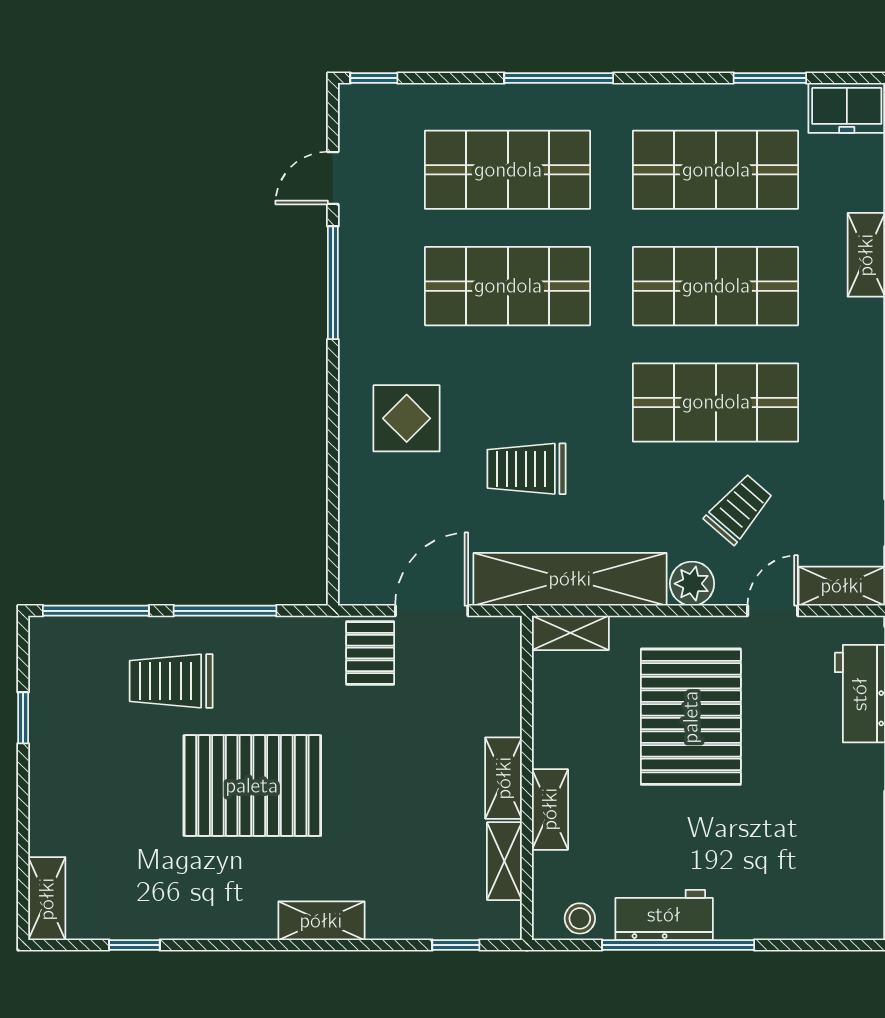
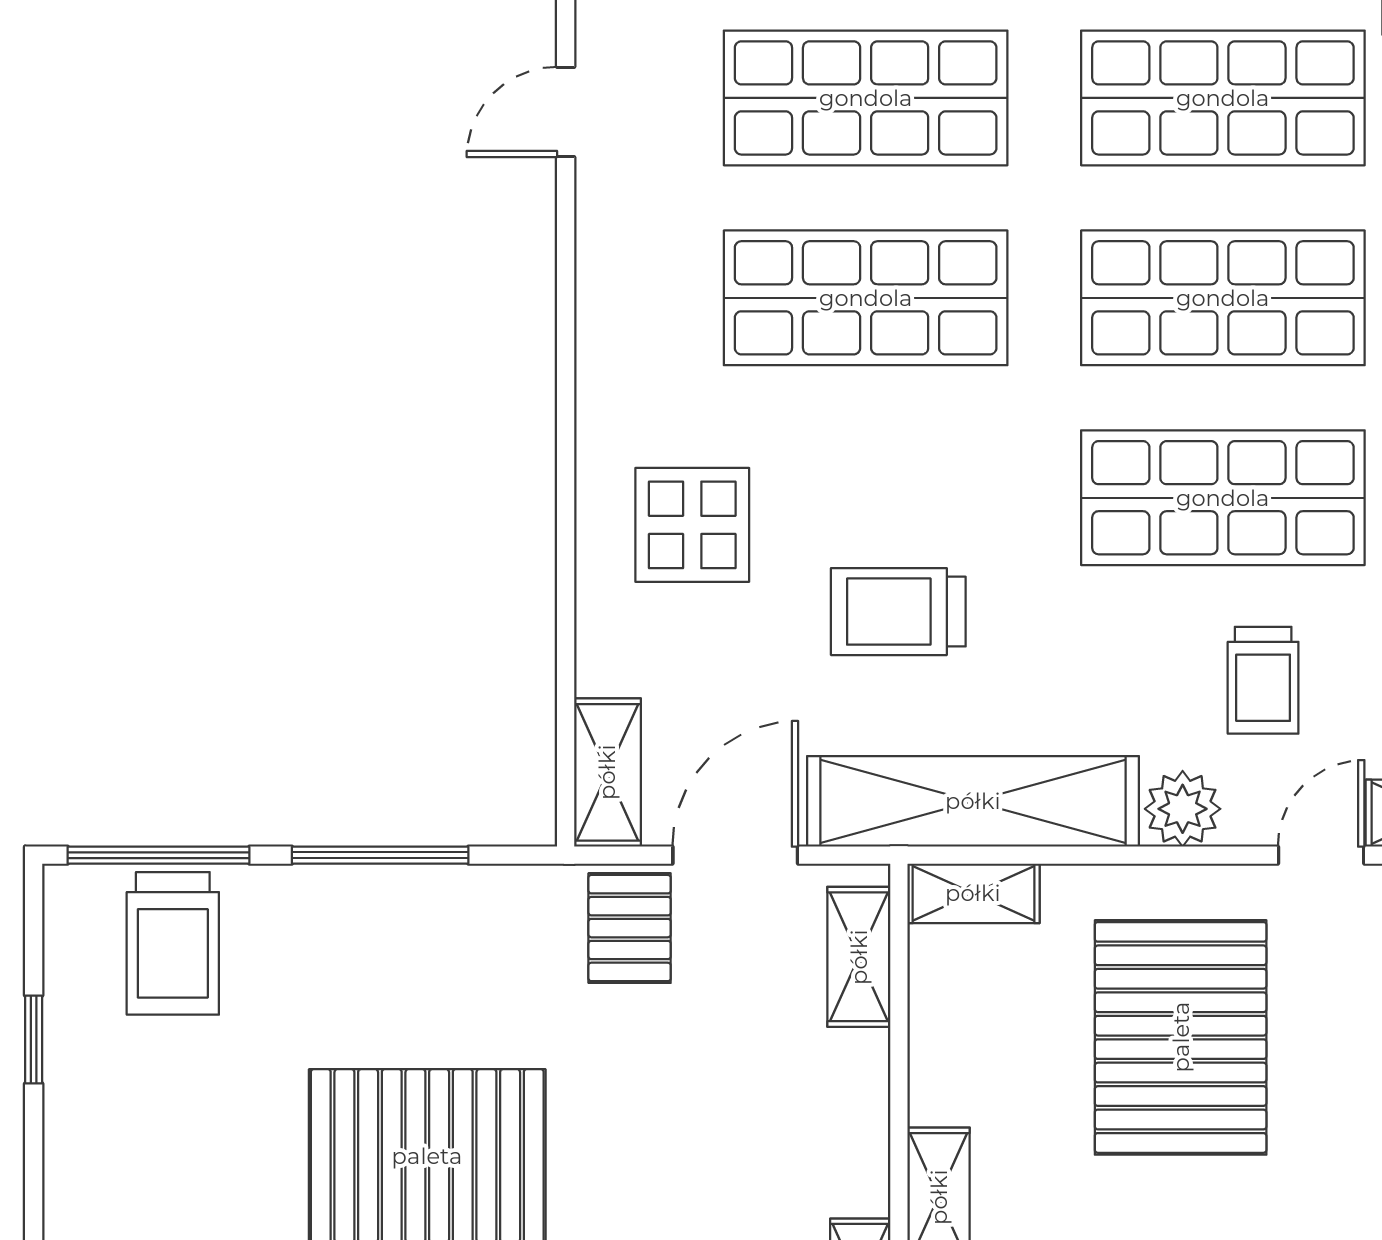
window: (333, 283) -> (566, 292), removed
trolley: (739, 509) -> (1263, 680), turned 139
shelving: (357, 562) -> (607, 772), added
trolley: (171, 681) -> (173, 943), moved, turned -90
shelving: (504, 778) -> (859, 957), moved

